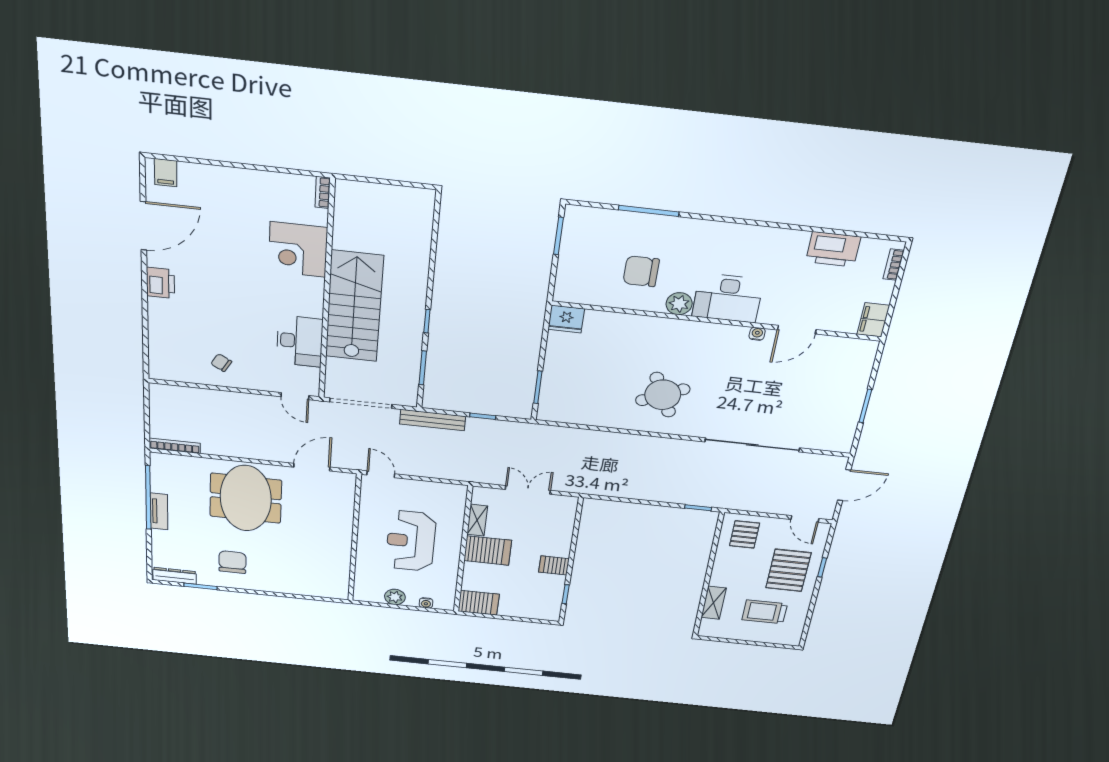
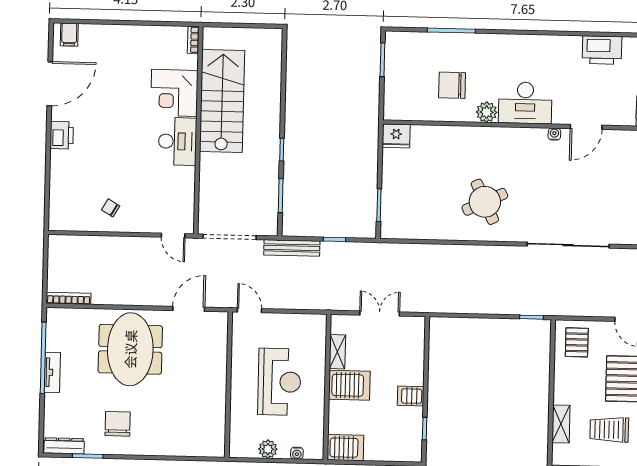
stairs: (354, 307) -> (222, 101), moved
desk: (300, 341) -> (177, 141), moved
reception desk: (411, 541) -> (279, 382), turned 180

